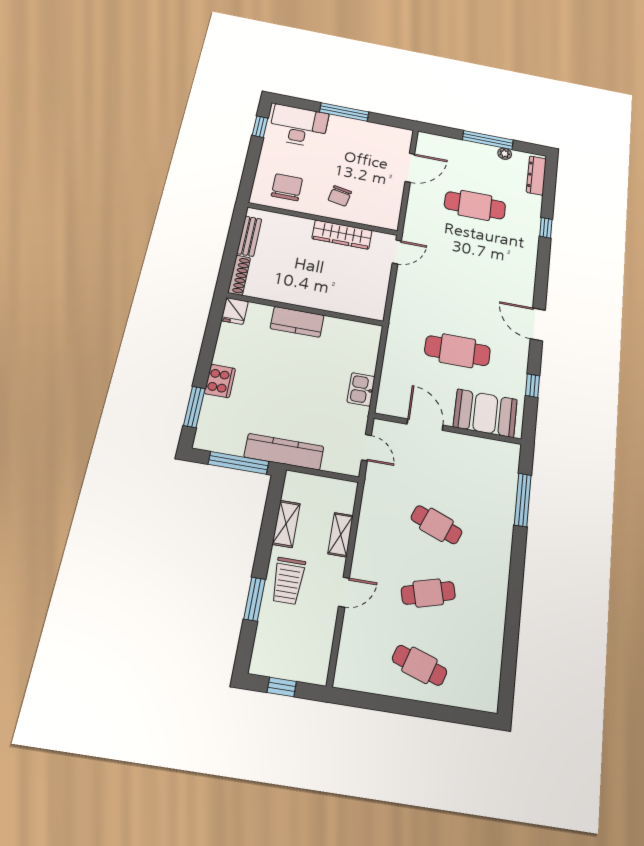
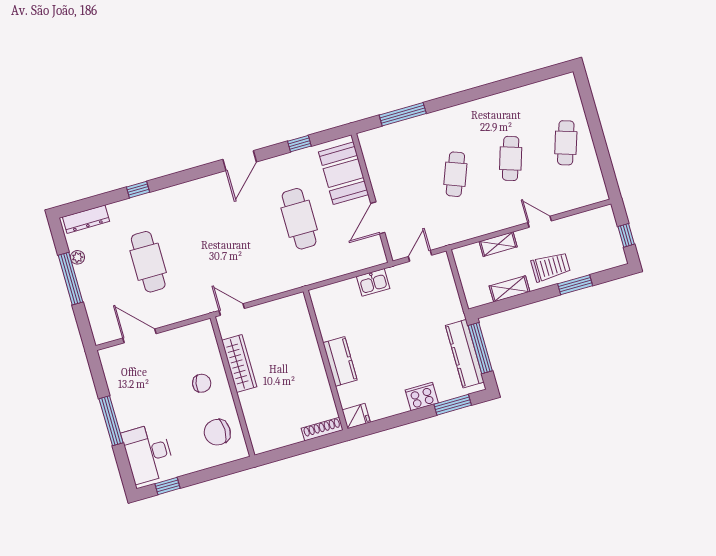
bench: (249, 236) -> (282, 440), removed
kitchen counter: (284, 452) -> (465, 354), moved
cafe table: (428, 593) -> (511, 158), turned 33

